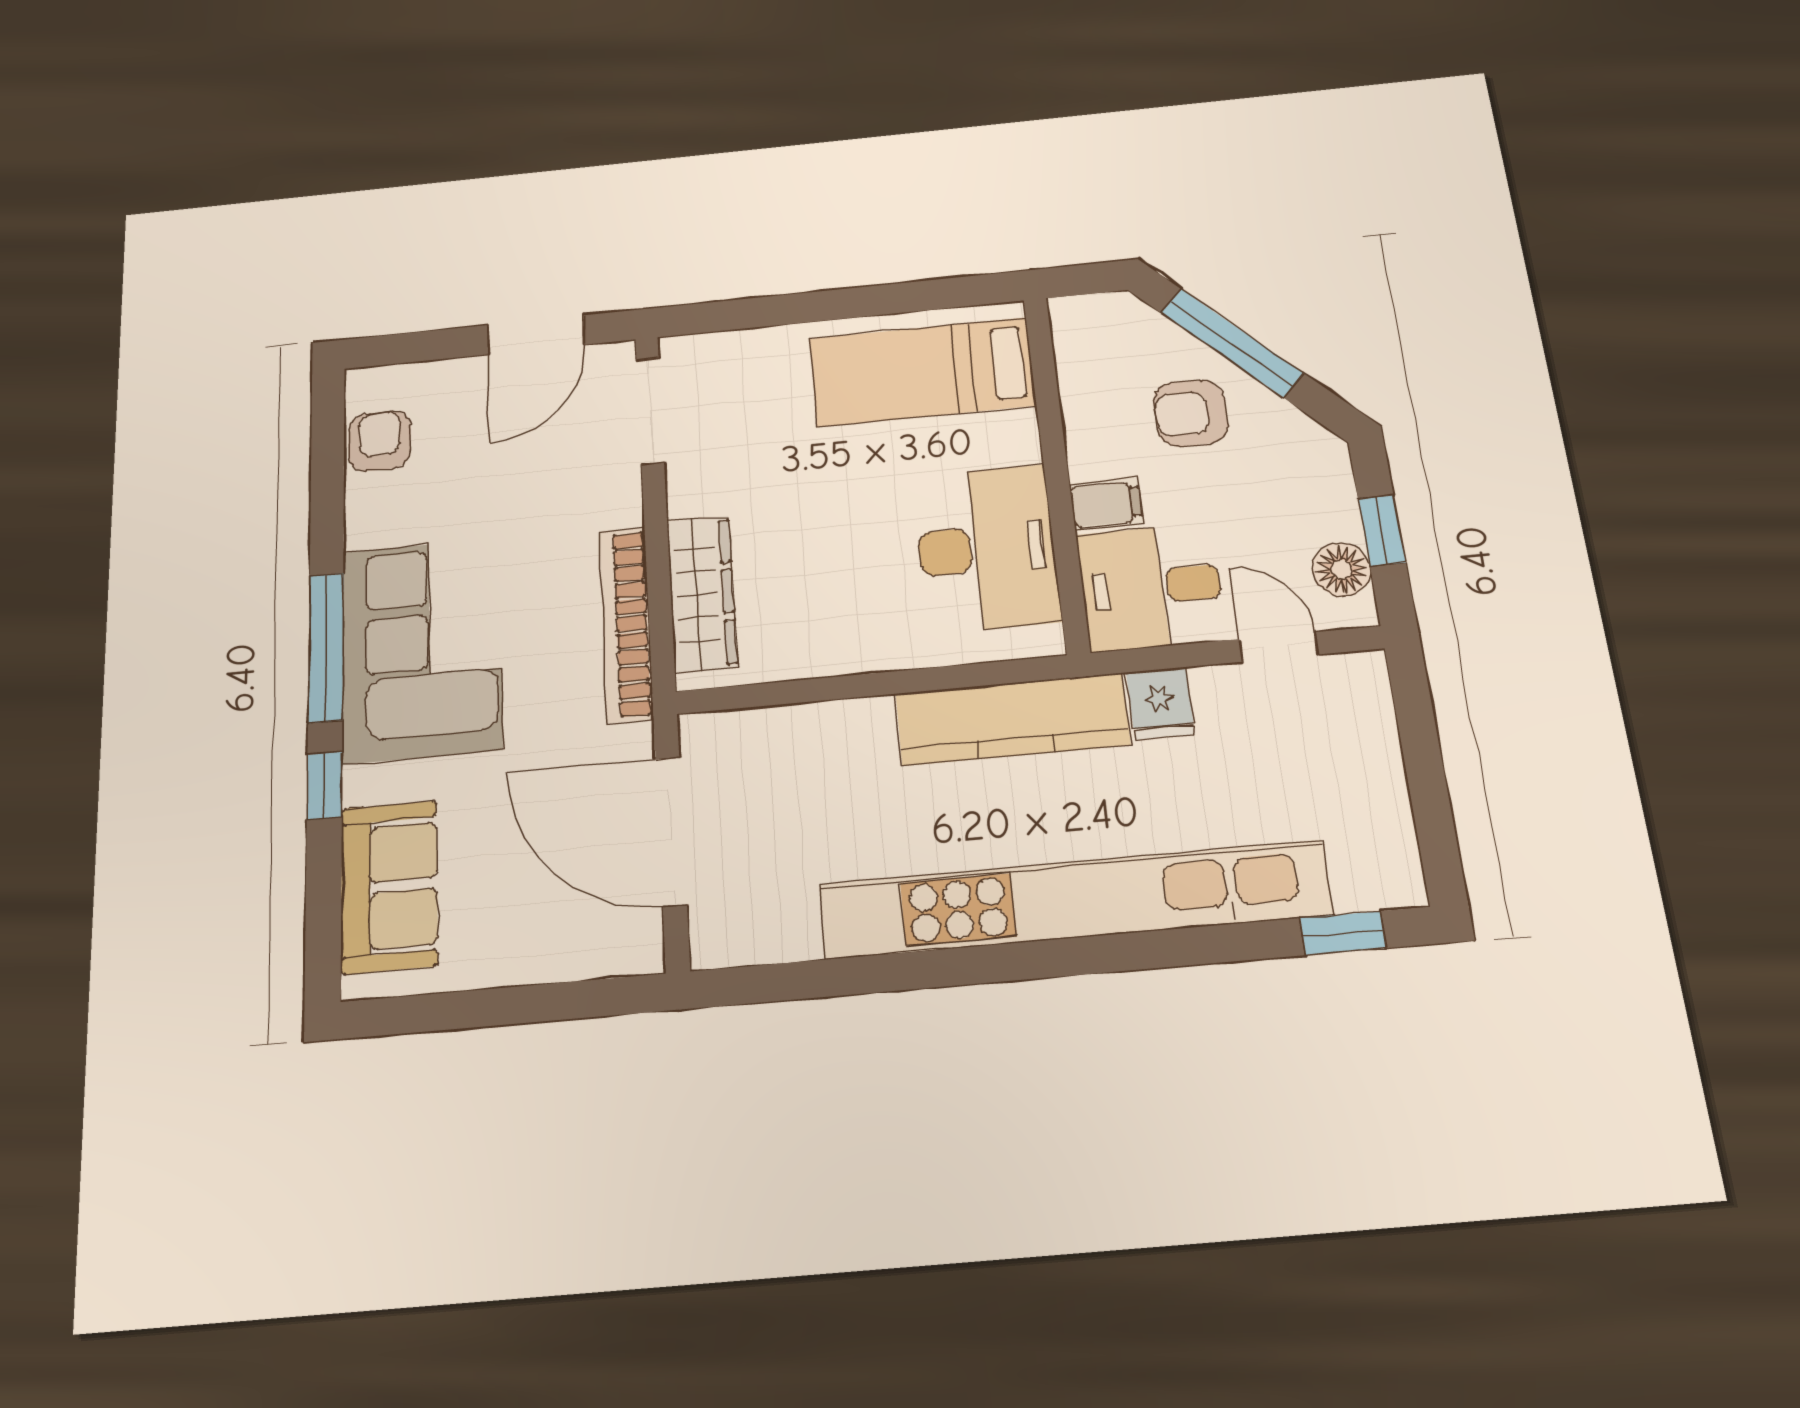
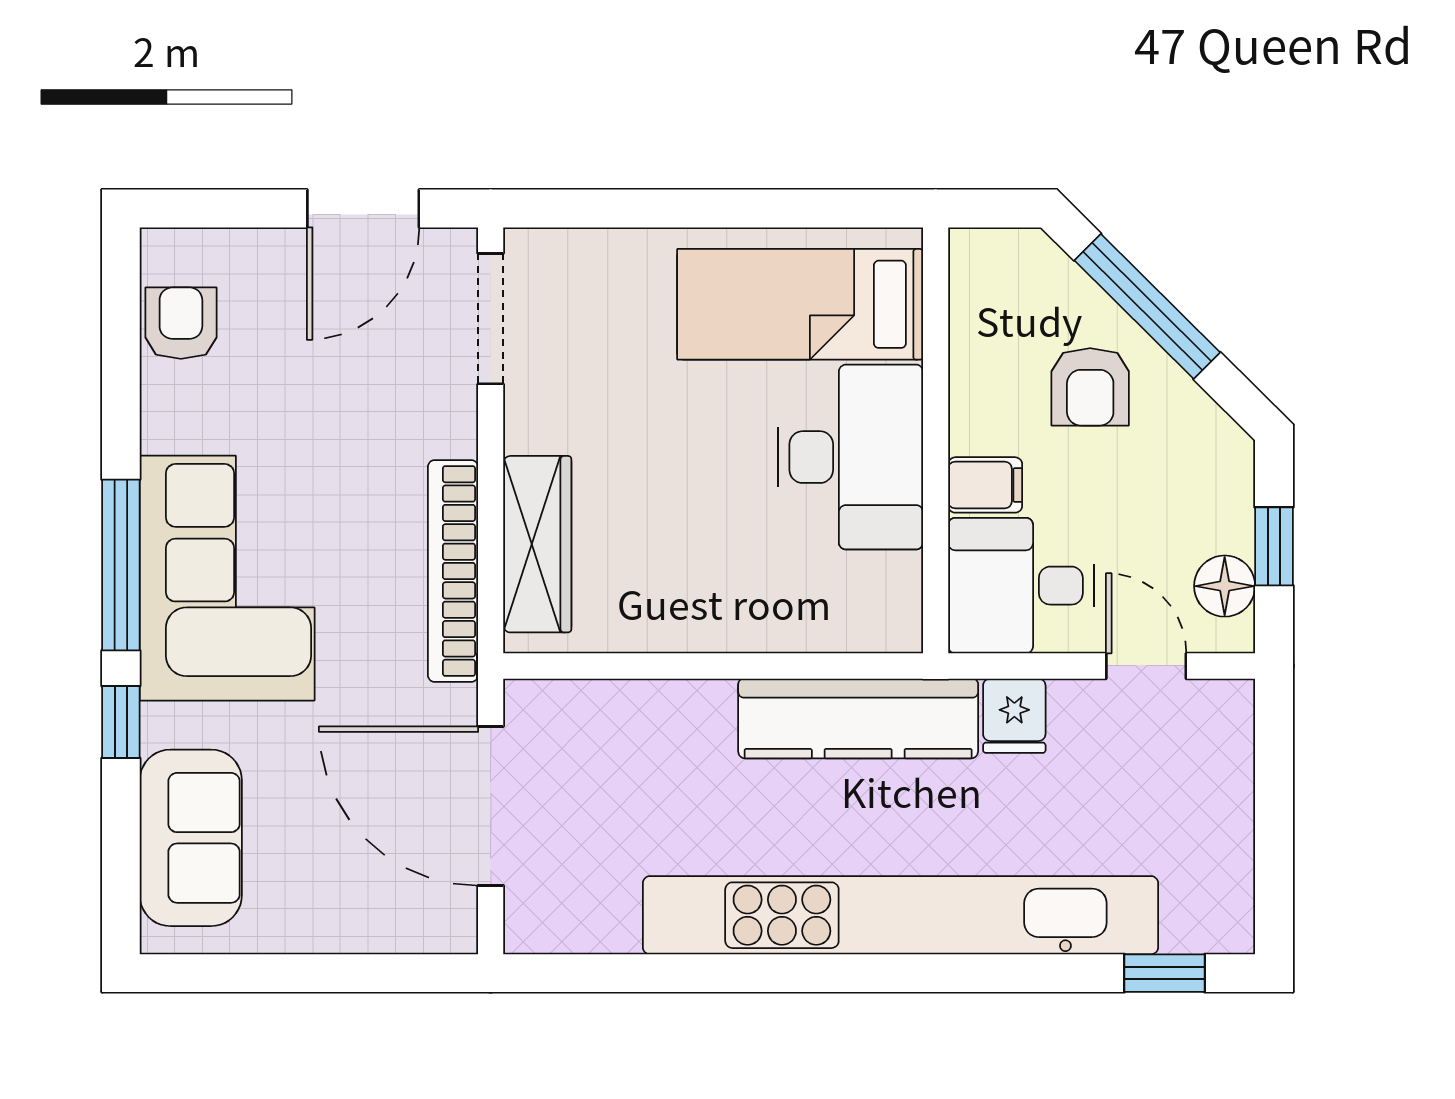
armchair: (1190, 413) -> (1090, 387), turned -90
desk: (986, 549) -> (850, 457), moved

